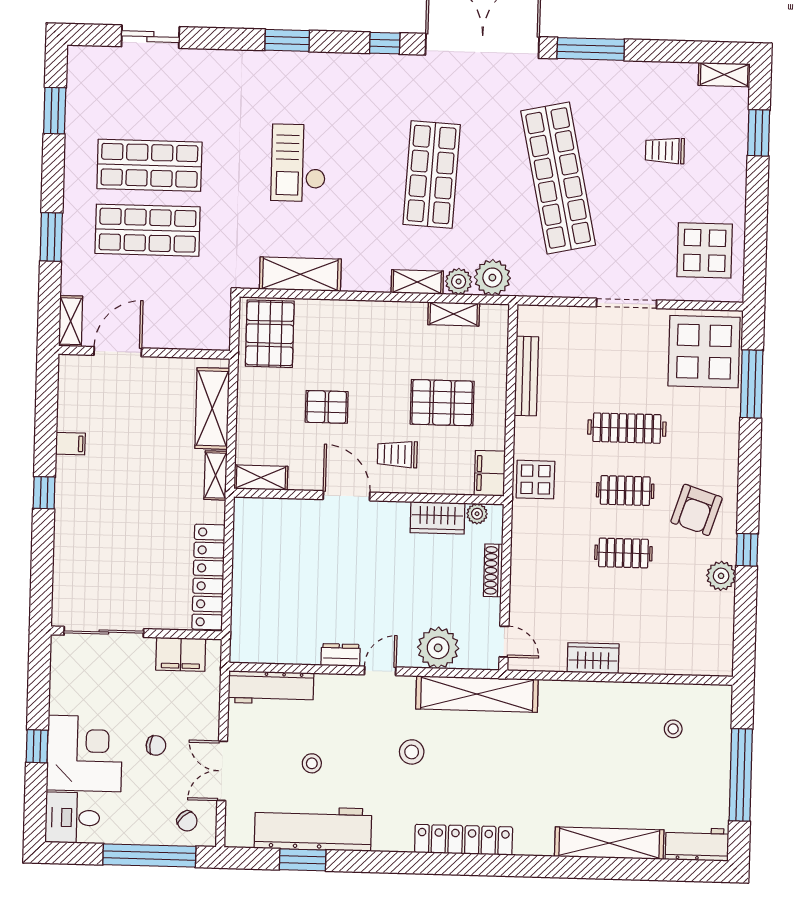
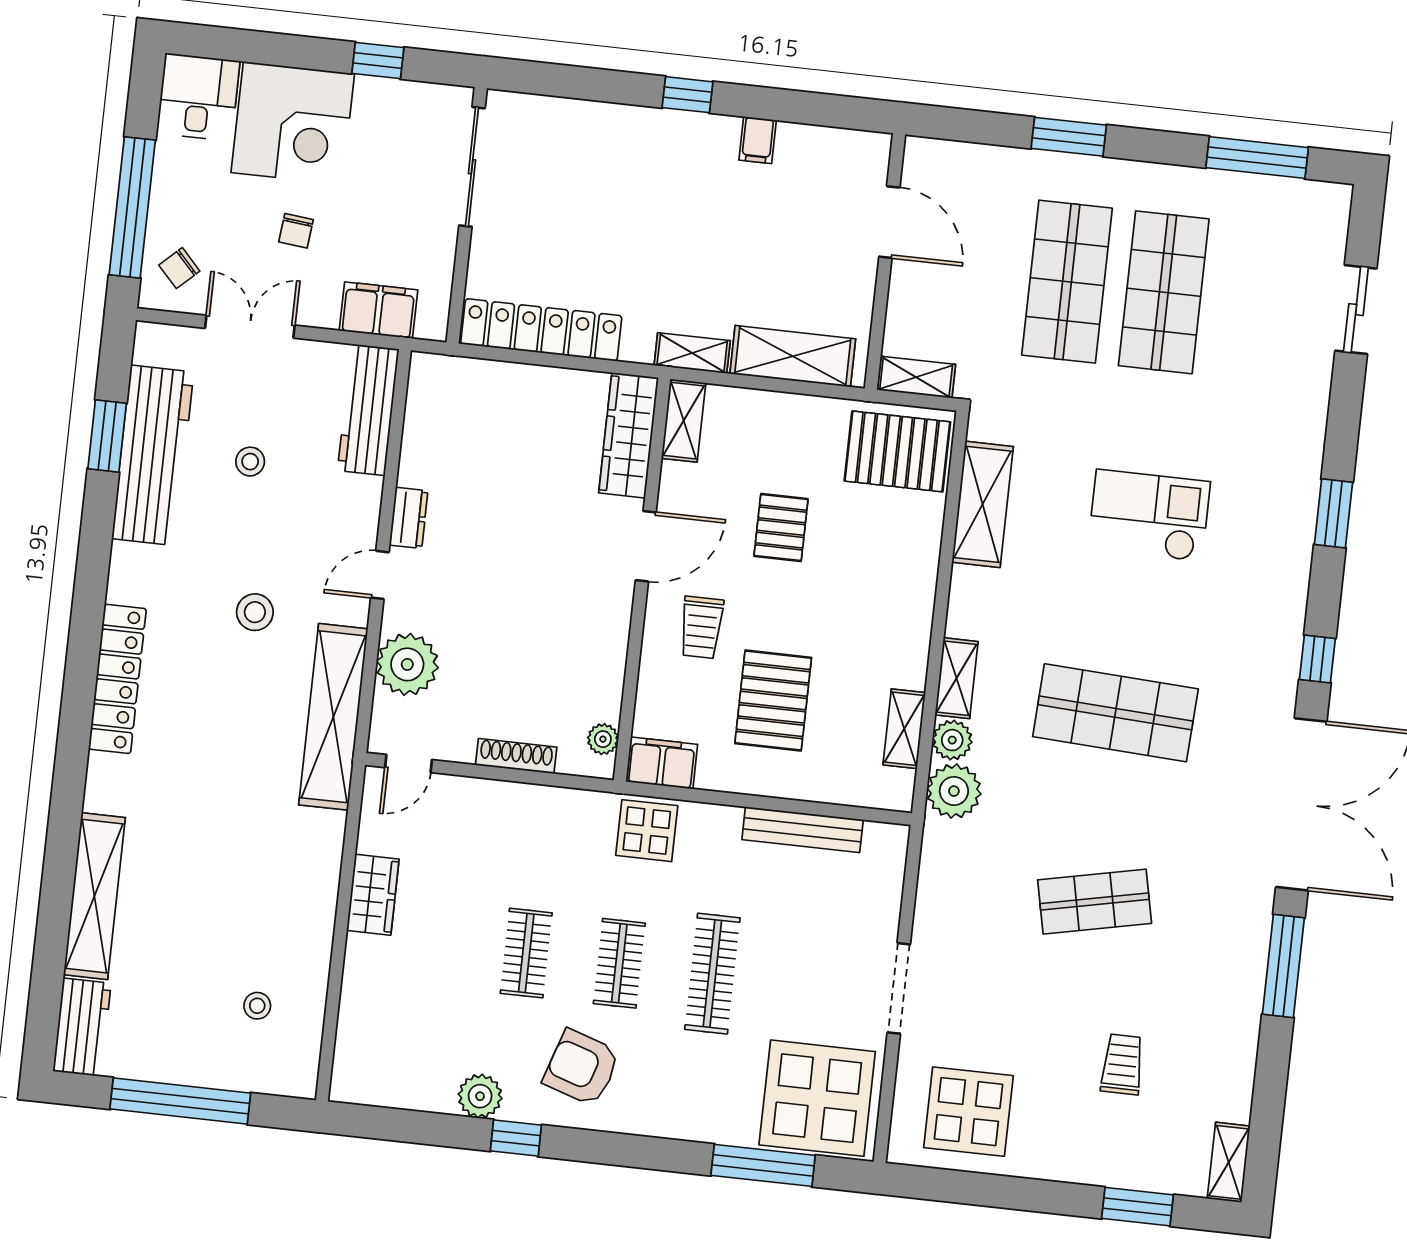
window: (55, 111) -> (1257, 158), width x1.44
shop shelf: (558, 178) -> (1095, 902), width x0.50, depth x0.74
shelving: (71, 321) -> (916, 377), moved
trolley: (397, 454) -> (701, 627), turned 180
wardrobe: (437, 518) -> (629, 435), moved, width x1.50
filing cabinet: (181, 654) -> (378, 310), moved, turned 90
door: (380, 671) -> (380, 575), swing flipped
window: (37, 746) -> (378, 60), moved

